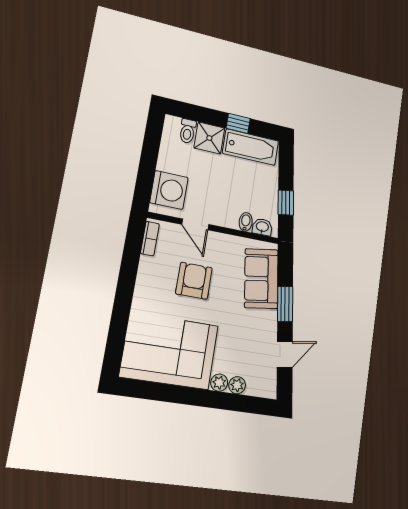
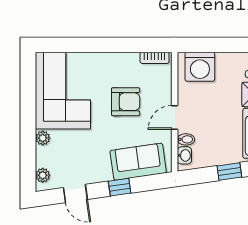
window: (286, 203) -> (229, 171), moved
door: (195, 224) -> (175, 118), moved
window: (285, 304) -> (120, 187), width x0.67
plant: (237, 385) -> (43, 175), moved

